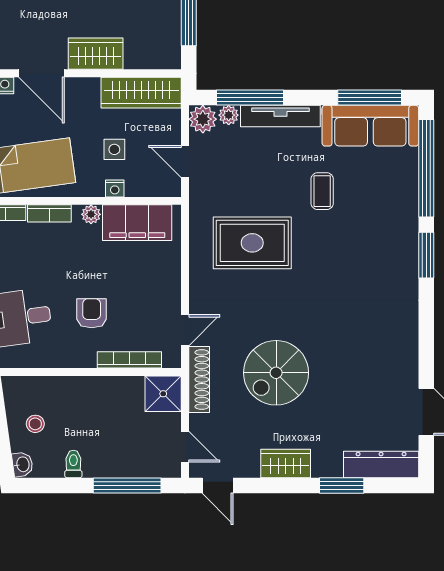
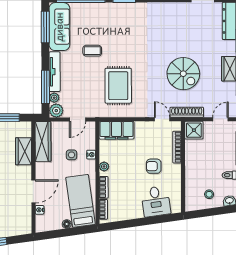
wardrobe: (96, 54) -> (23, 151), moved
filing cabinet: (137, 223) -> (116, 130), moved, turned 90

